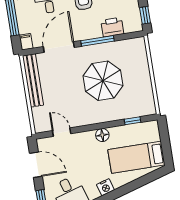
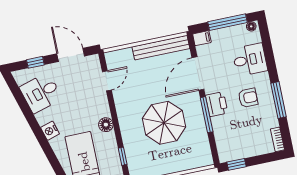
printer: (112, 27) -> (217, 104), moved
door: (59, 47) -> (198, 74), swing flipped
door: (36, 165) -> (71, 55), swing flipped

